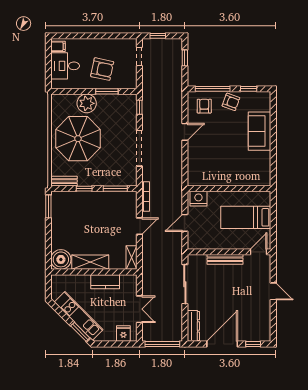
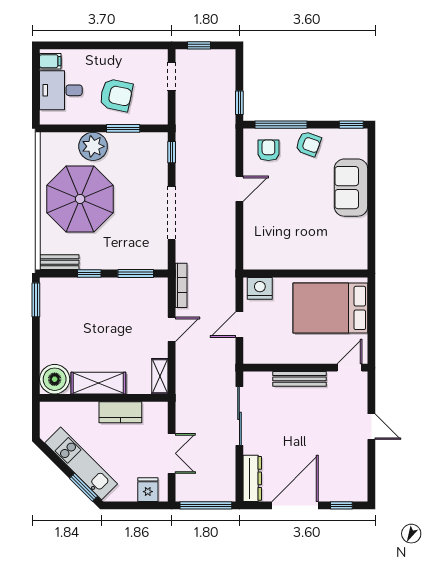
window: (185, 58) -> (239, 103), moved
window: (249, 89) -> (351, 125), moved
bed: (246, 217) -> (330, 308), width x1.50

